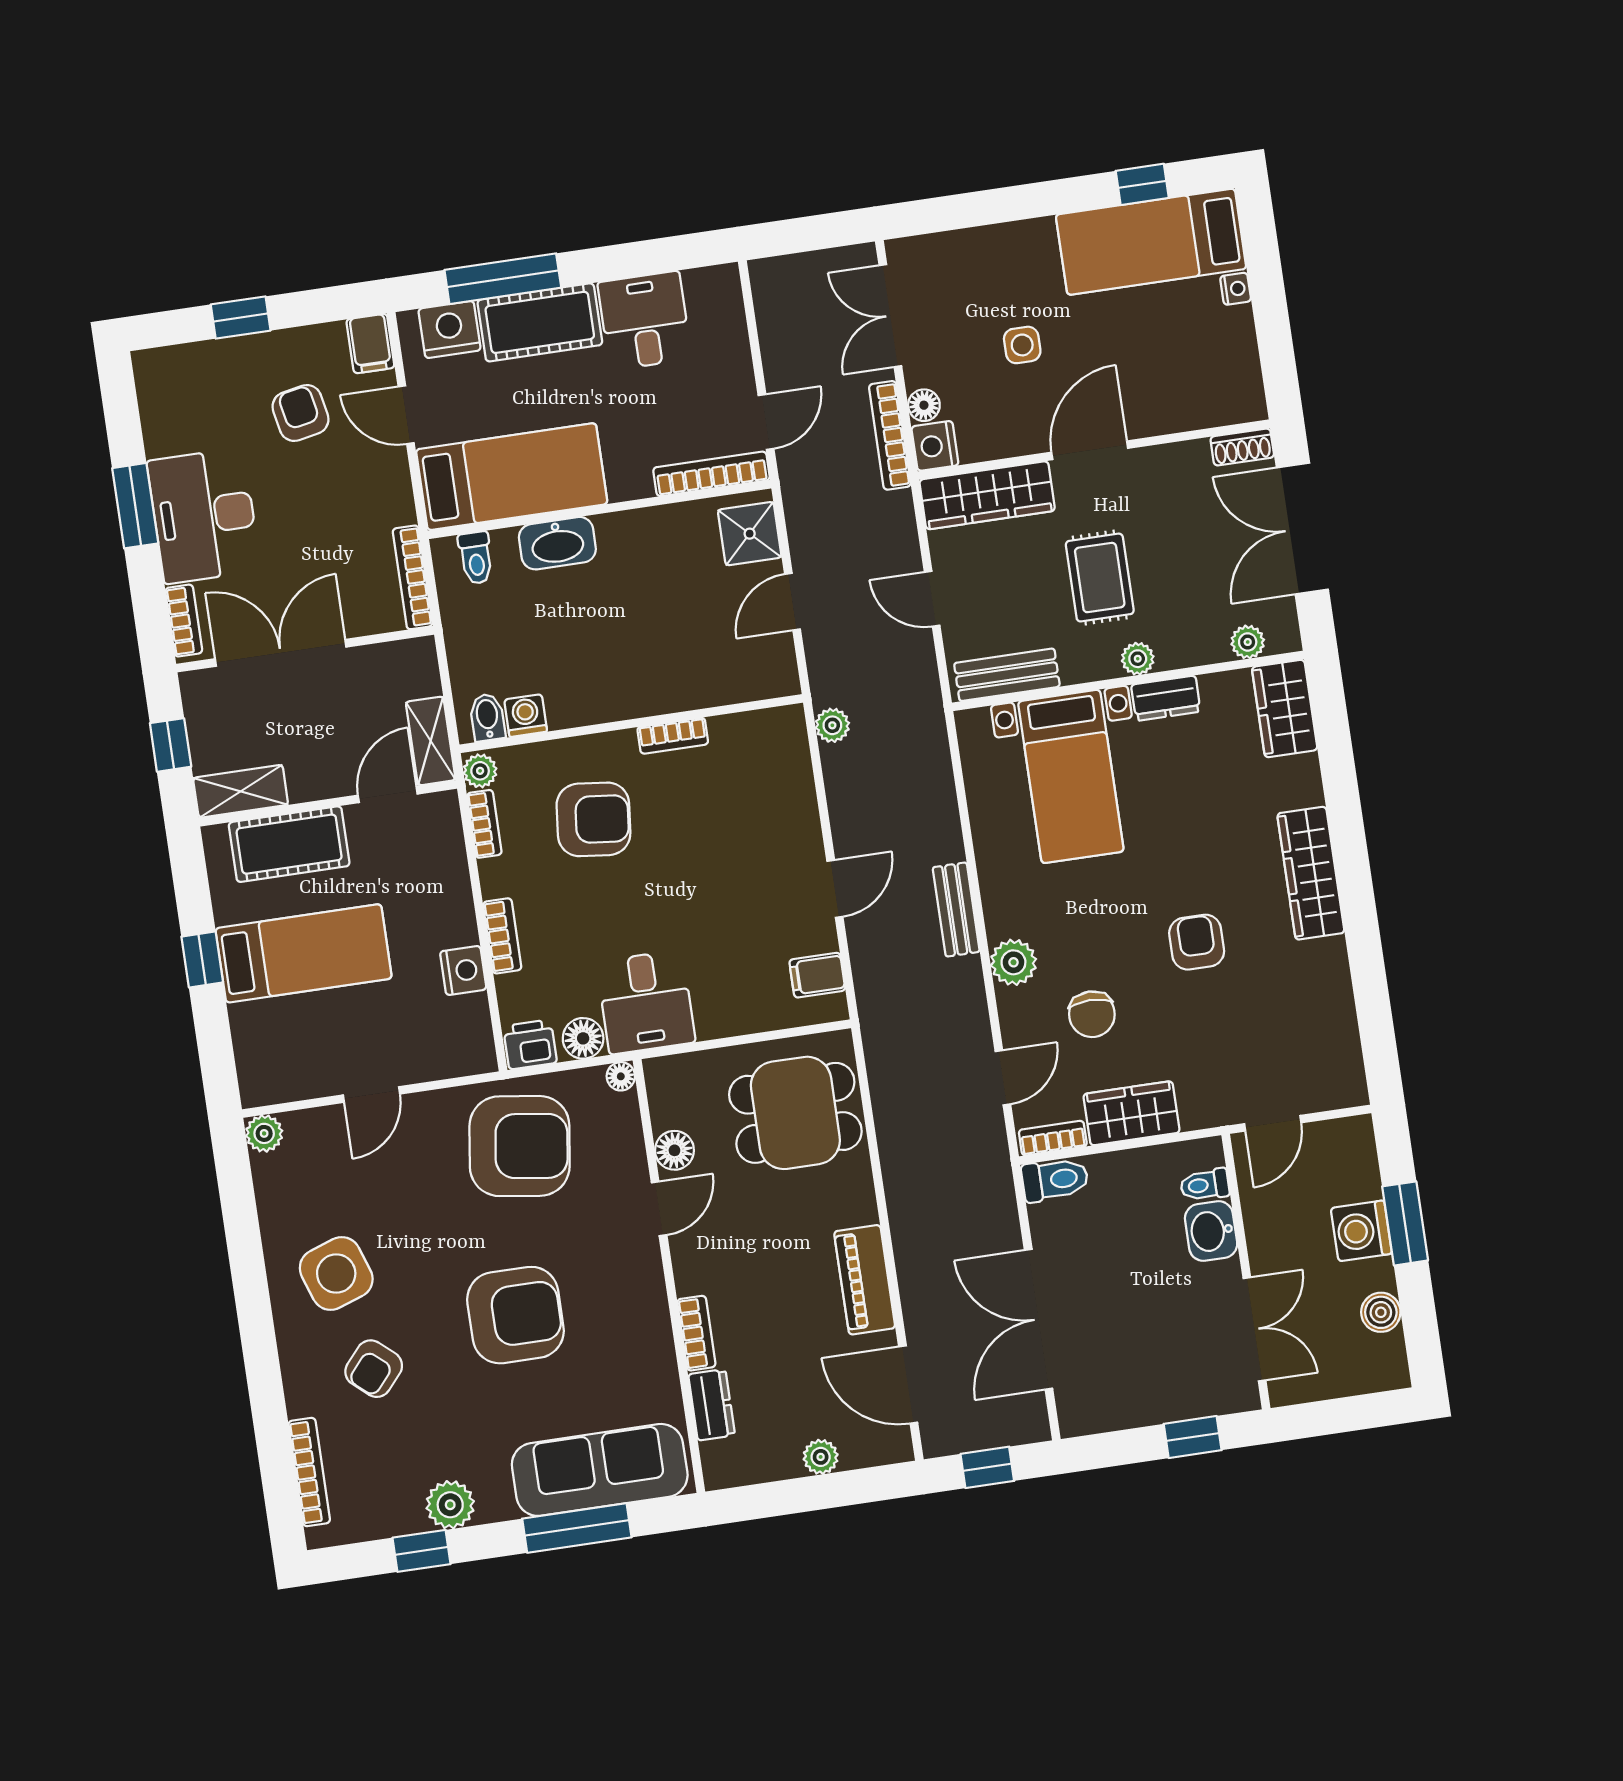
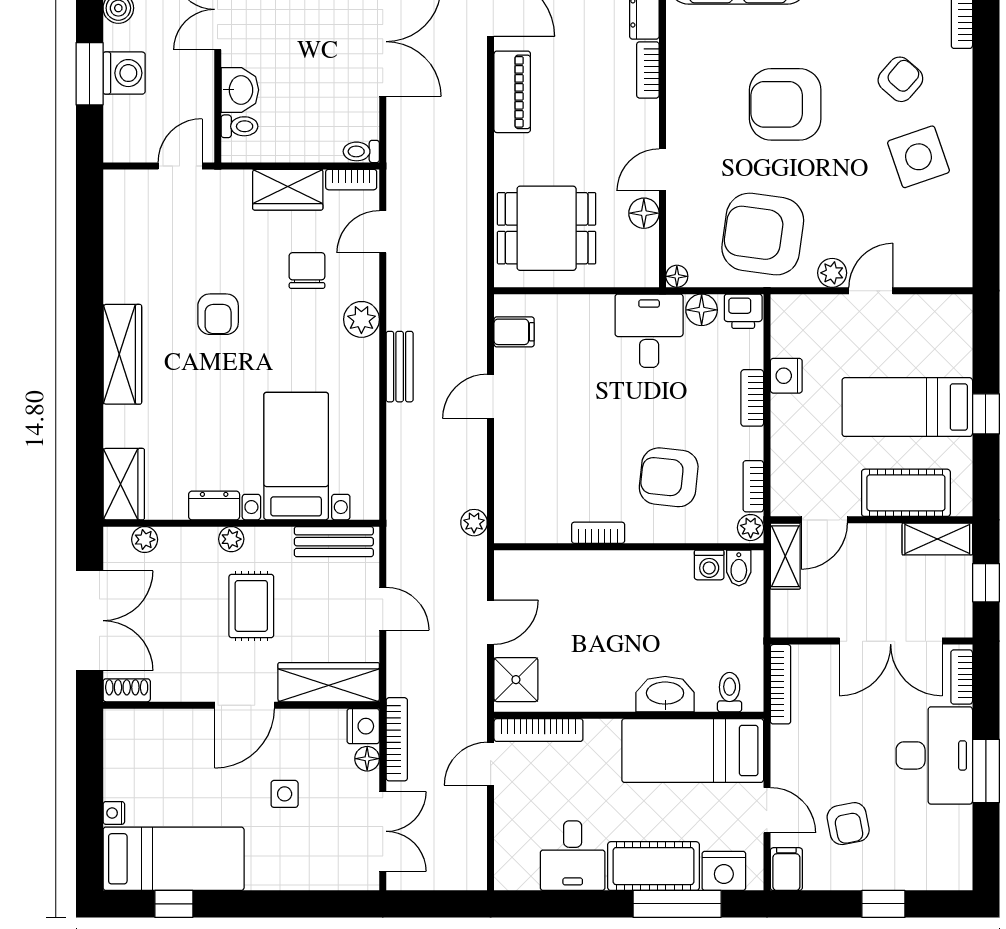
plant: (264, 1133) -> (832, 273), moved
toilet: (1055, 1180) -> (361, 151), width x0.73, depth x0.72

